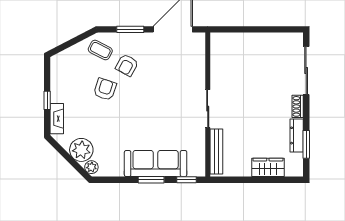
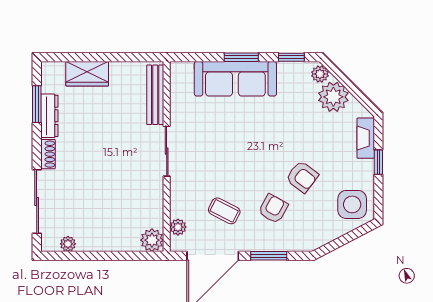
plant: (282, 38) -> (68, 244), added
plant: (219, 41) -> (152, 240), added
coffee table: (100, 50) -> (224, 211), moved
plant: (199, 51) -> (178, 227), added
side table: (67, 68) -> (352, 204), added
armchair: (105, 89) -> (302, 177), turned -71
window: (186, 180) -> (291, 57), moved

